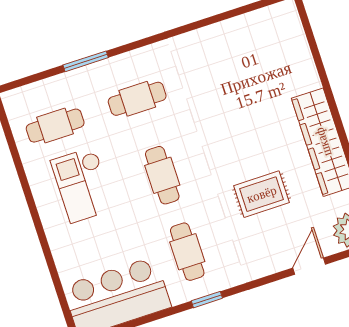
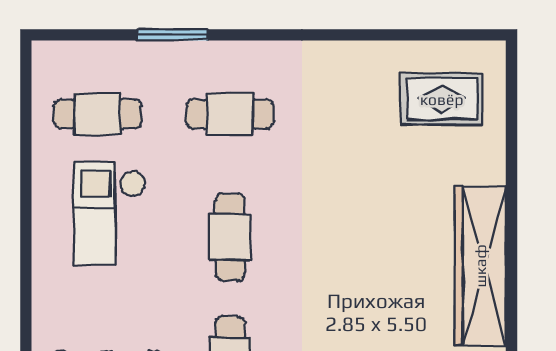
rug: (262, 194) -> (442, 99), moved

